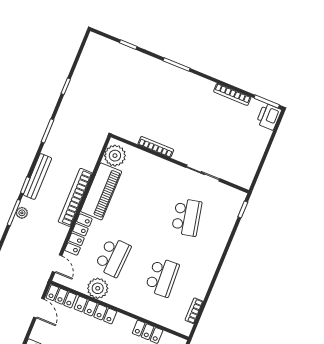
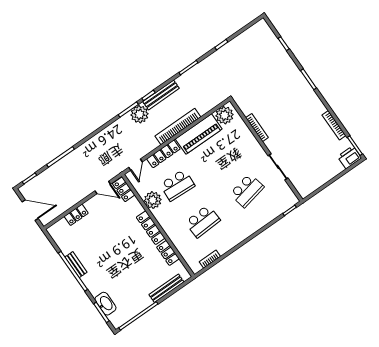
plant: (22, 213) -> (140, 114), width x1.87, depth x1.87
door: (39, 308) -> (103, 187), hinge flipped
locker: (95, 310) -> (151, 228), moved

